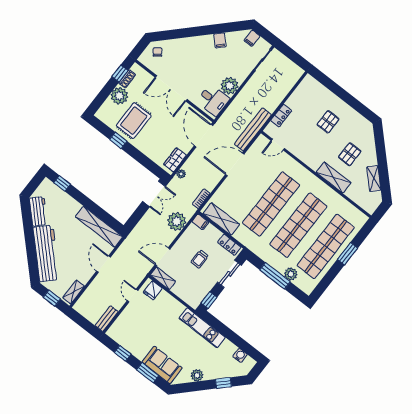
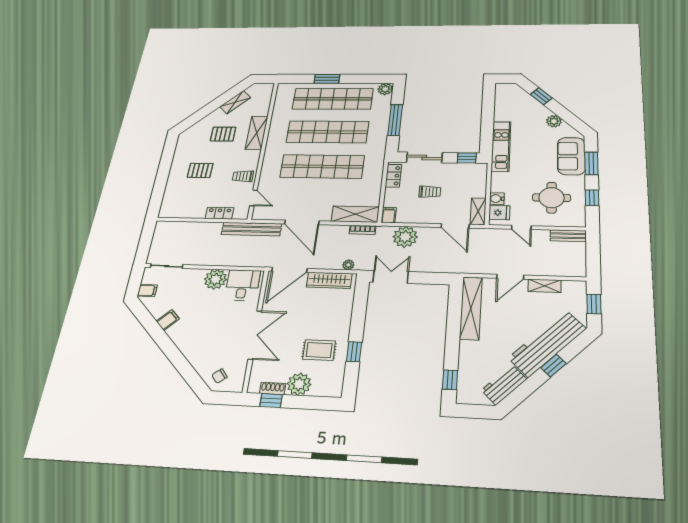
rug: (134, 121) -> (319, 350), width x0.73, depth x0.70
trolley: (301, 148) -> (243, 176), added
wardrobe: (175, 160) -> (329, 280), width x1.50
shelving: (221, 219) -> (355, 214), moved, turned 90
window: (31, 247) -> (553, 366), added
plant: (291, 274) -> (385, 89), moved
shelving: (74, 292) -> (545, 286), moved
door: (132, 296) -> (521, 227), hinge flipped
round table: (140, 329) -> (552, 198), added
water cooler: (240, 355) -> (497, 199), moved

